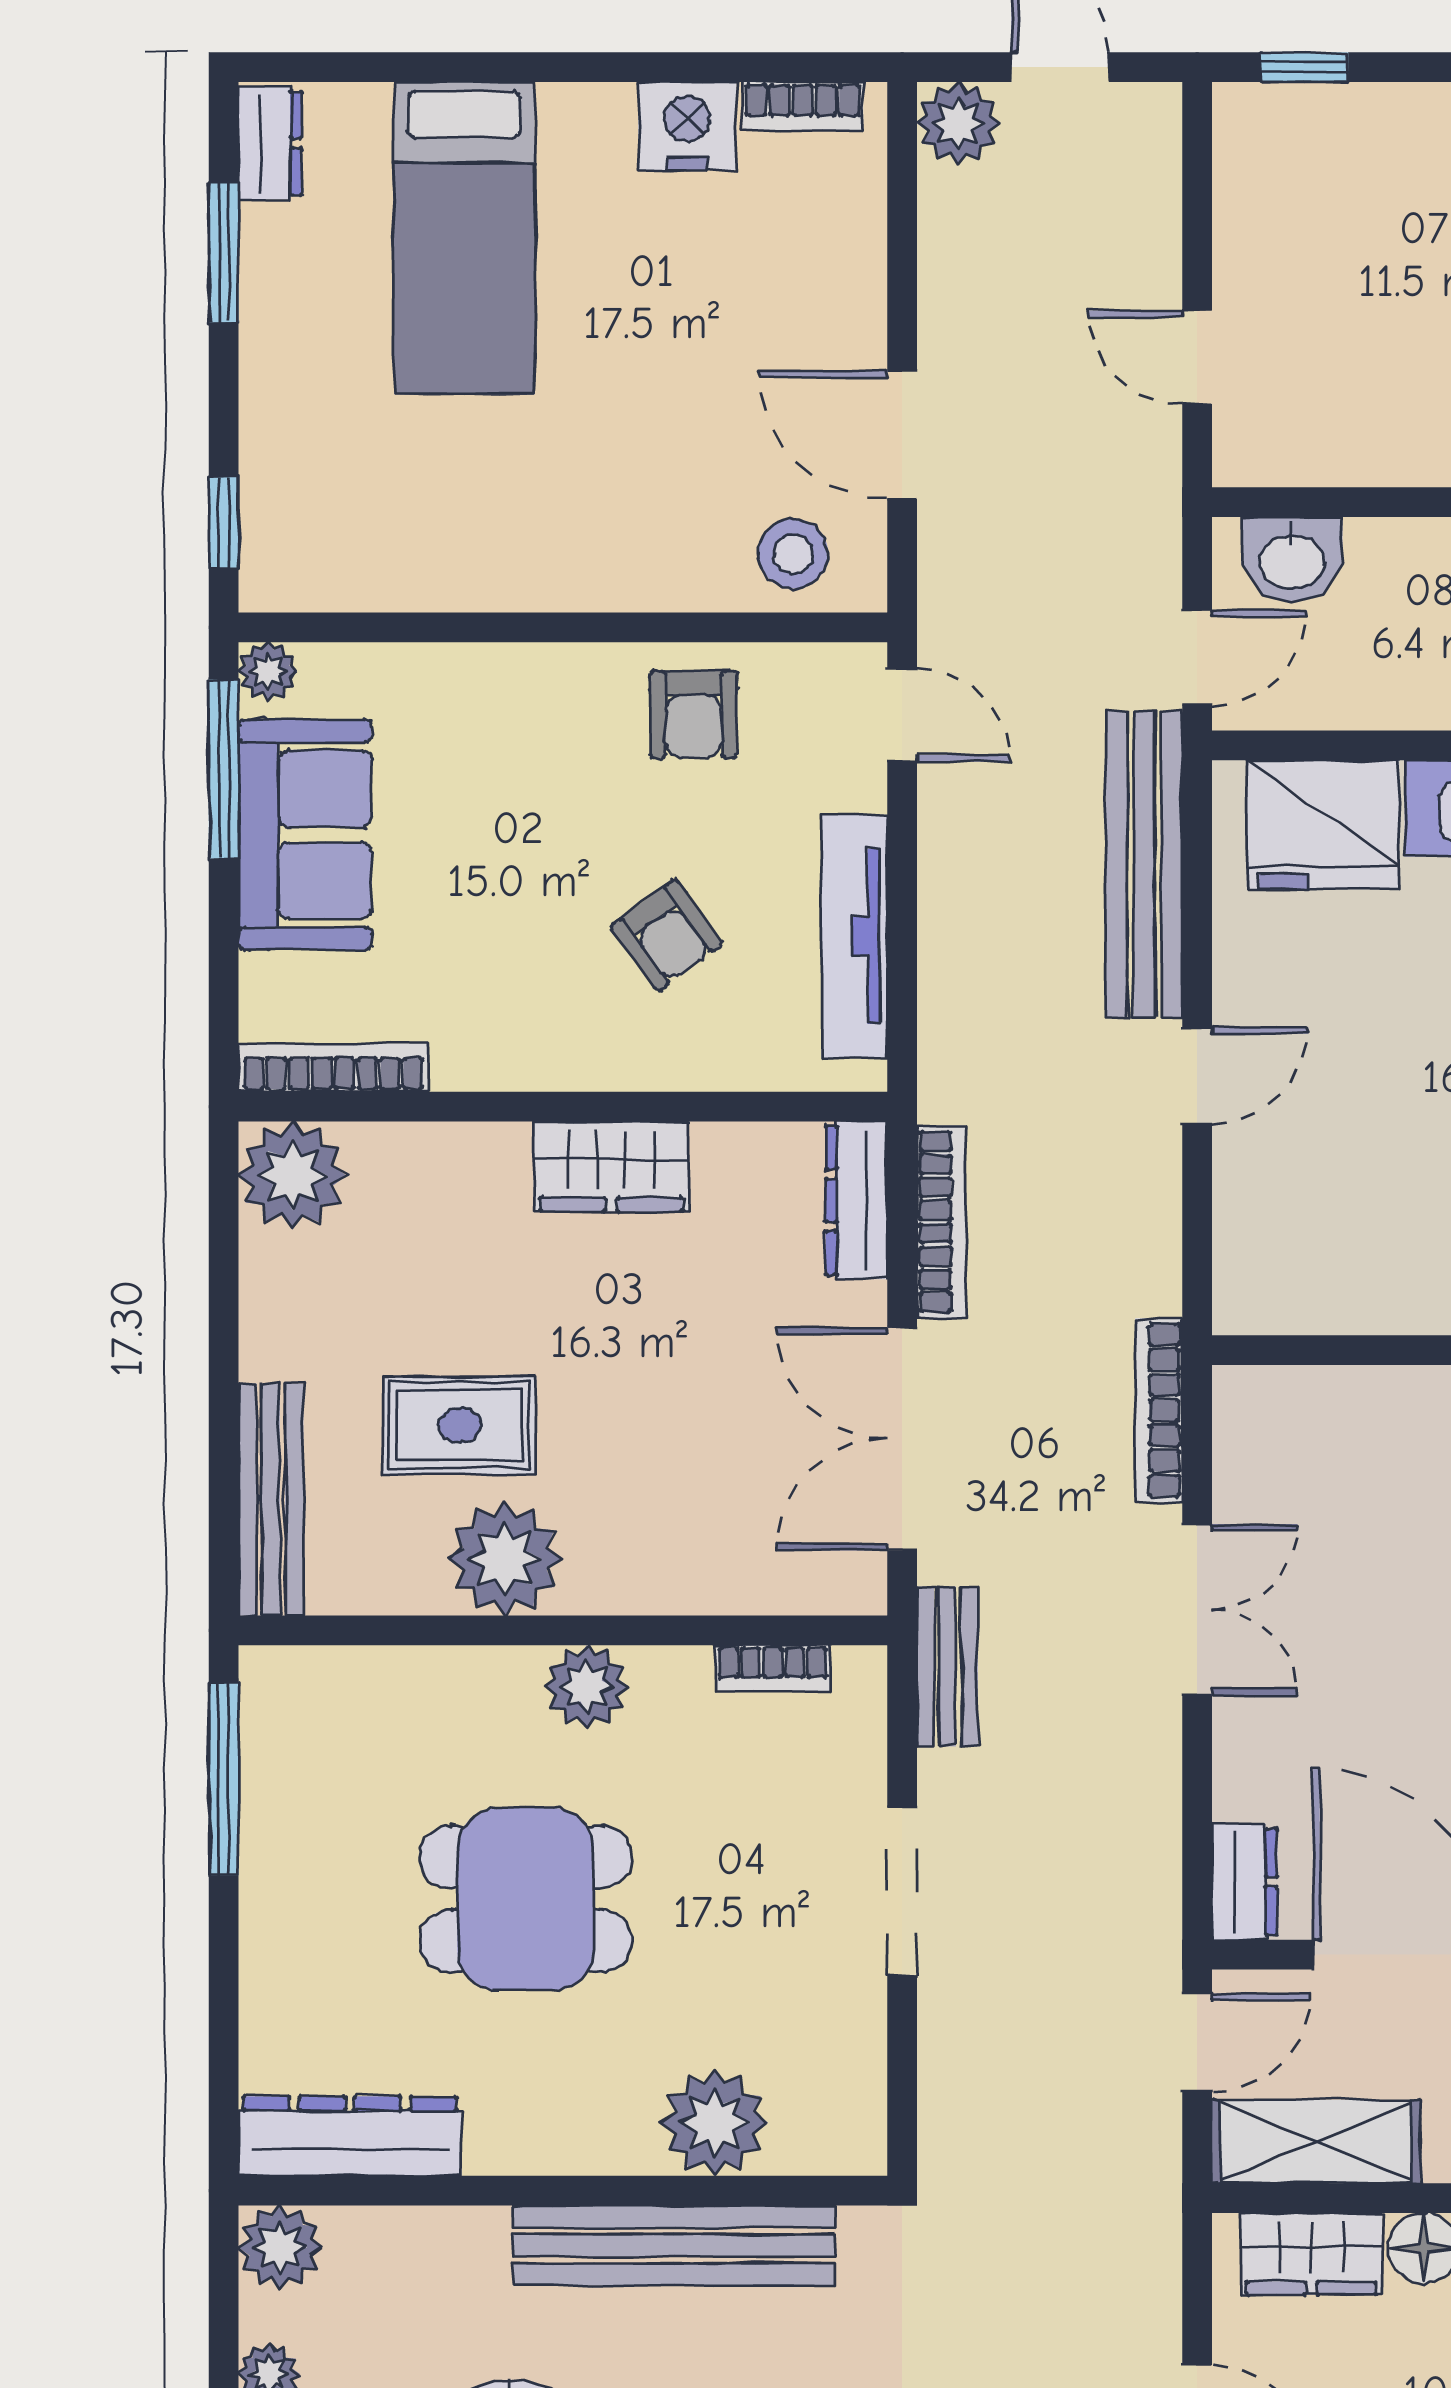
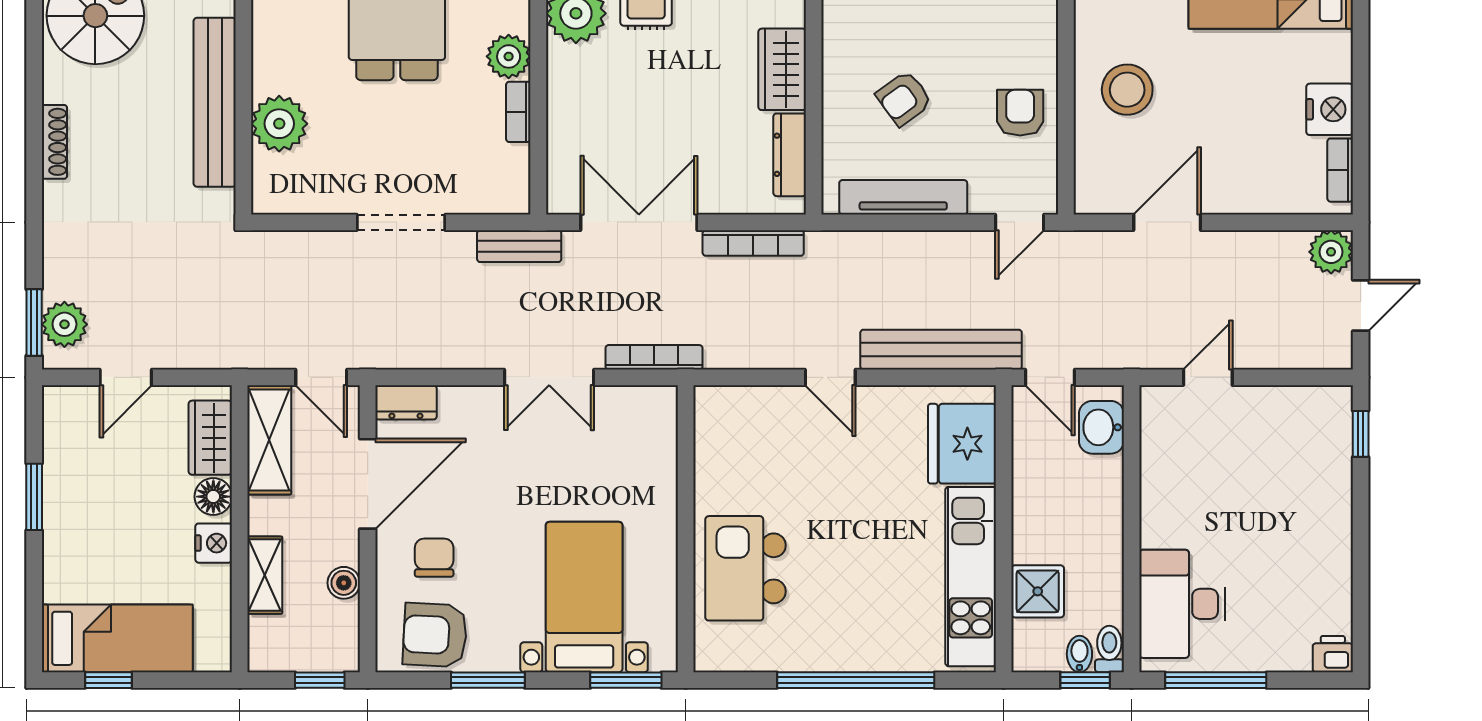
stool: (793, 554) -> (1127, 90), moved, width x1.38, depth x1.38
armchair: (694, 714) -> (1020, 113), turned 90
dresser: (856, 1200) -> (790, 155), moved, turned -90
bookcase: (773, 1668) -> (518, 112), moved

